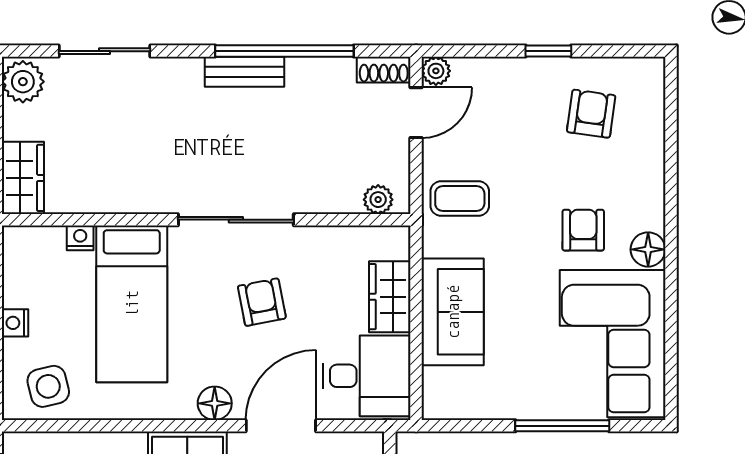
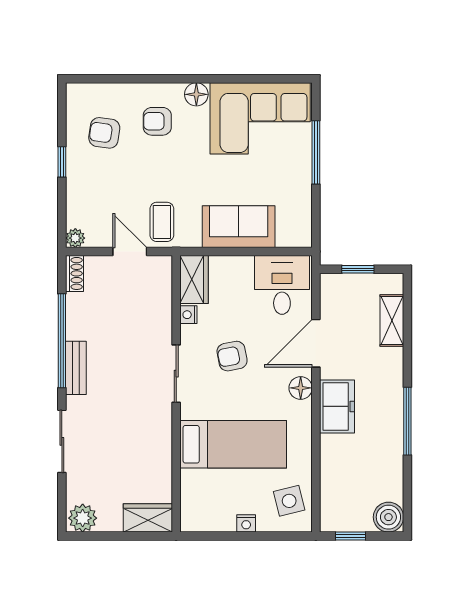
sliding door: (105, 51) -> (62, 441), moved
door: (416, 113) -> (130, 252), moved
plant: (378, 200) -> (163, 277), removed
sliding door: (236, 220) -> (176, 374), width x0.73
armchair: (583, 230) -> (157, 121), moved
nightstand: (80, 238) -> (188, 315), moved
wardrobe: (390, 297) -> (194, 279), moved, turned -90
door: (281, 426) -> (316, 343), hinge flipped

